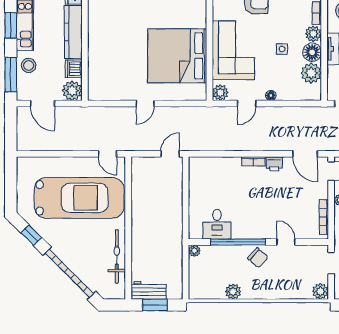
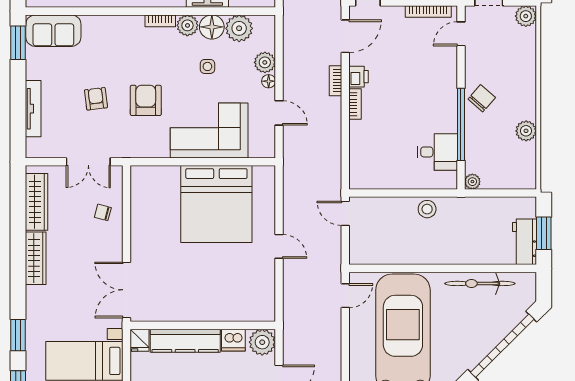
plant: (220, 93) -> (265, 62), moved
bookcase: (271, 146) -> (336, 81), added
stool: (173, 216) -> (427, 209), added
door: (286, 242) -> (461, 34), moved

